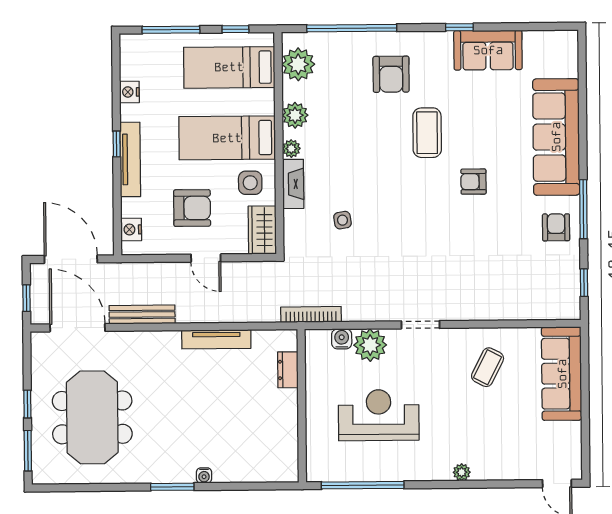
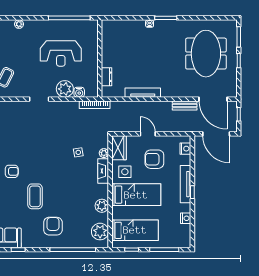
plant: (291, 149) -> (104, 153), moved
bench: (142, 314) -> (185, 105), width x0.73

